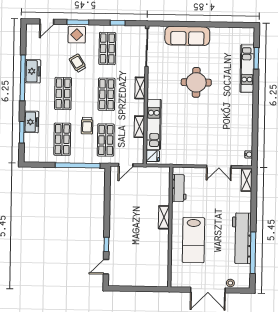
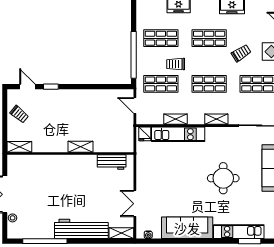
sofa: (243, 117) -> (187, 228), added
workbench: (242, 238) -> (81, 229), moved
lab bench: (193, 240) -> (57, 178), removed
trolley: (132, 275) -> (19, 114), added
shelving: (163, 275) -> (19, 147), added

